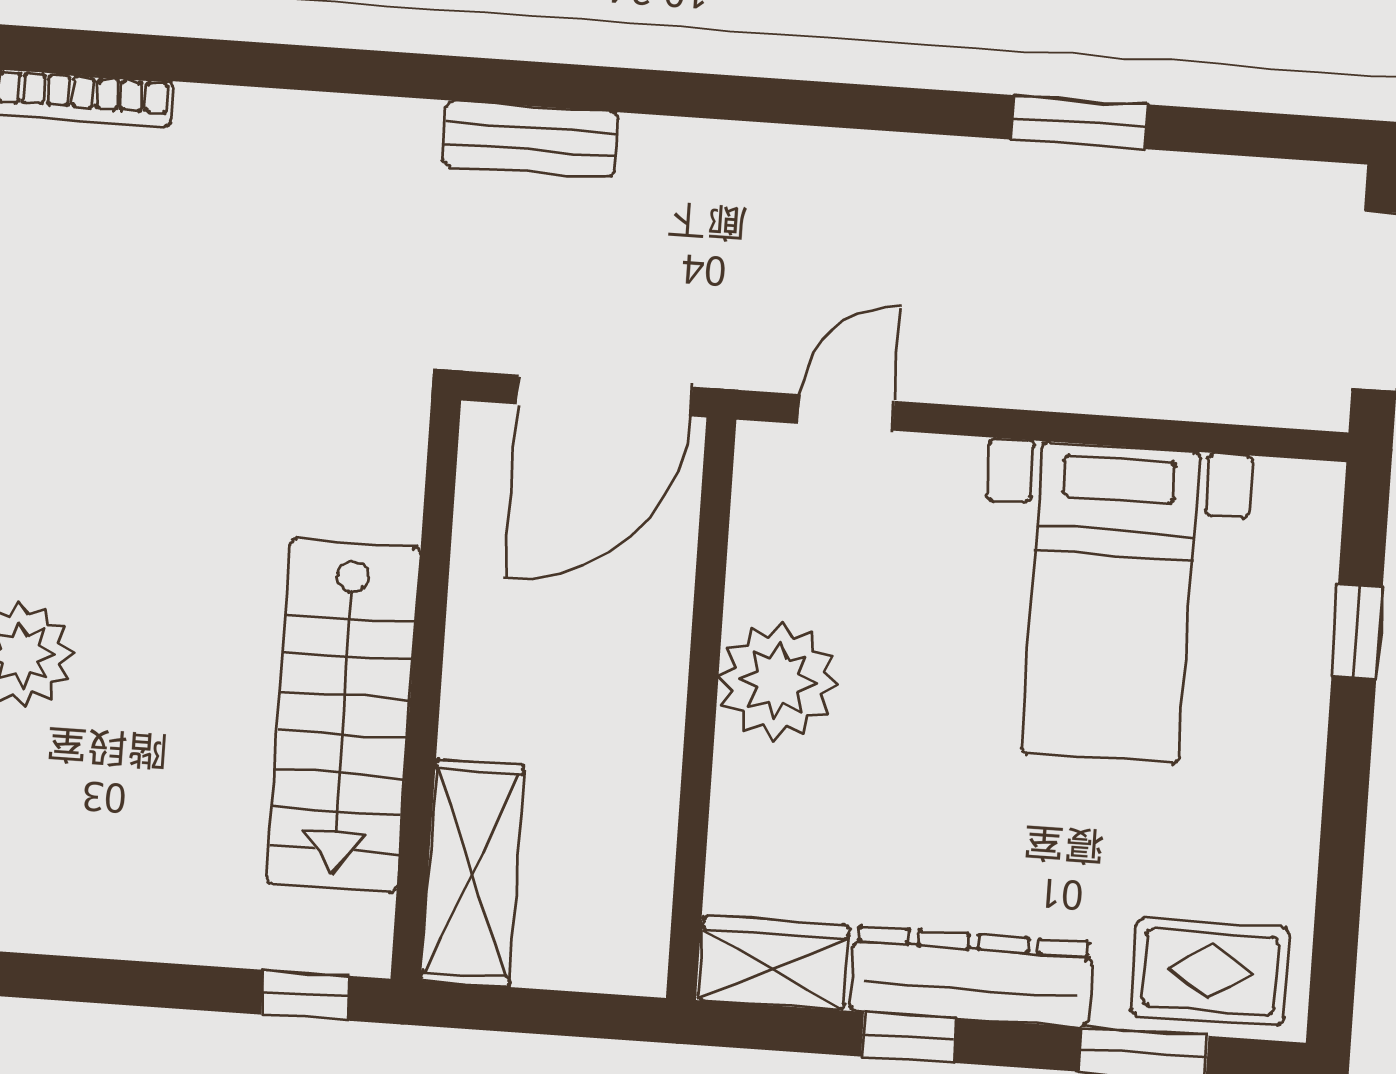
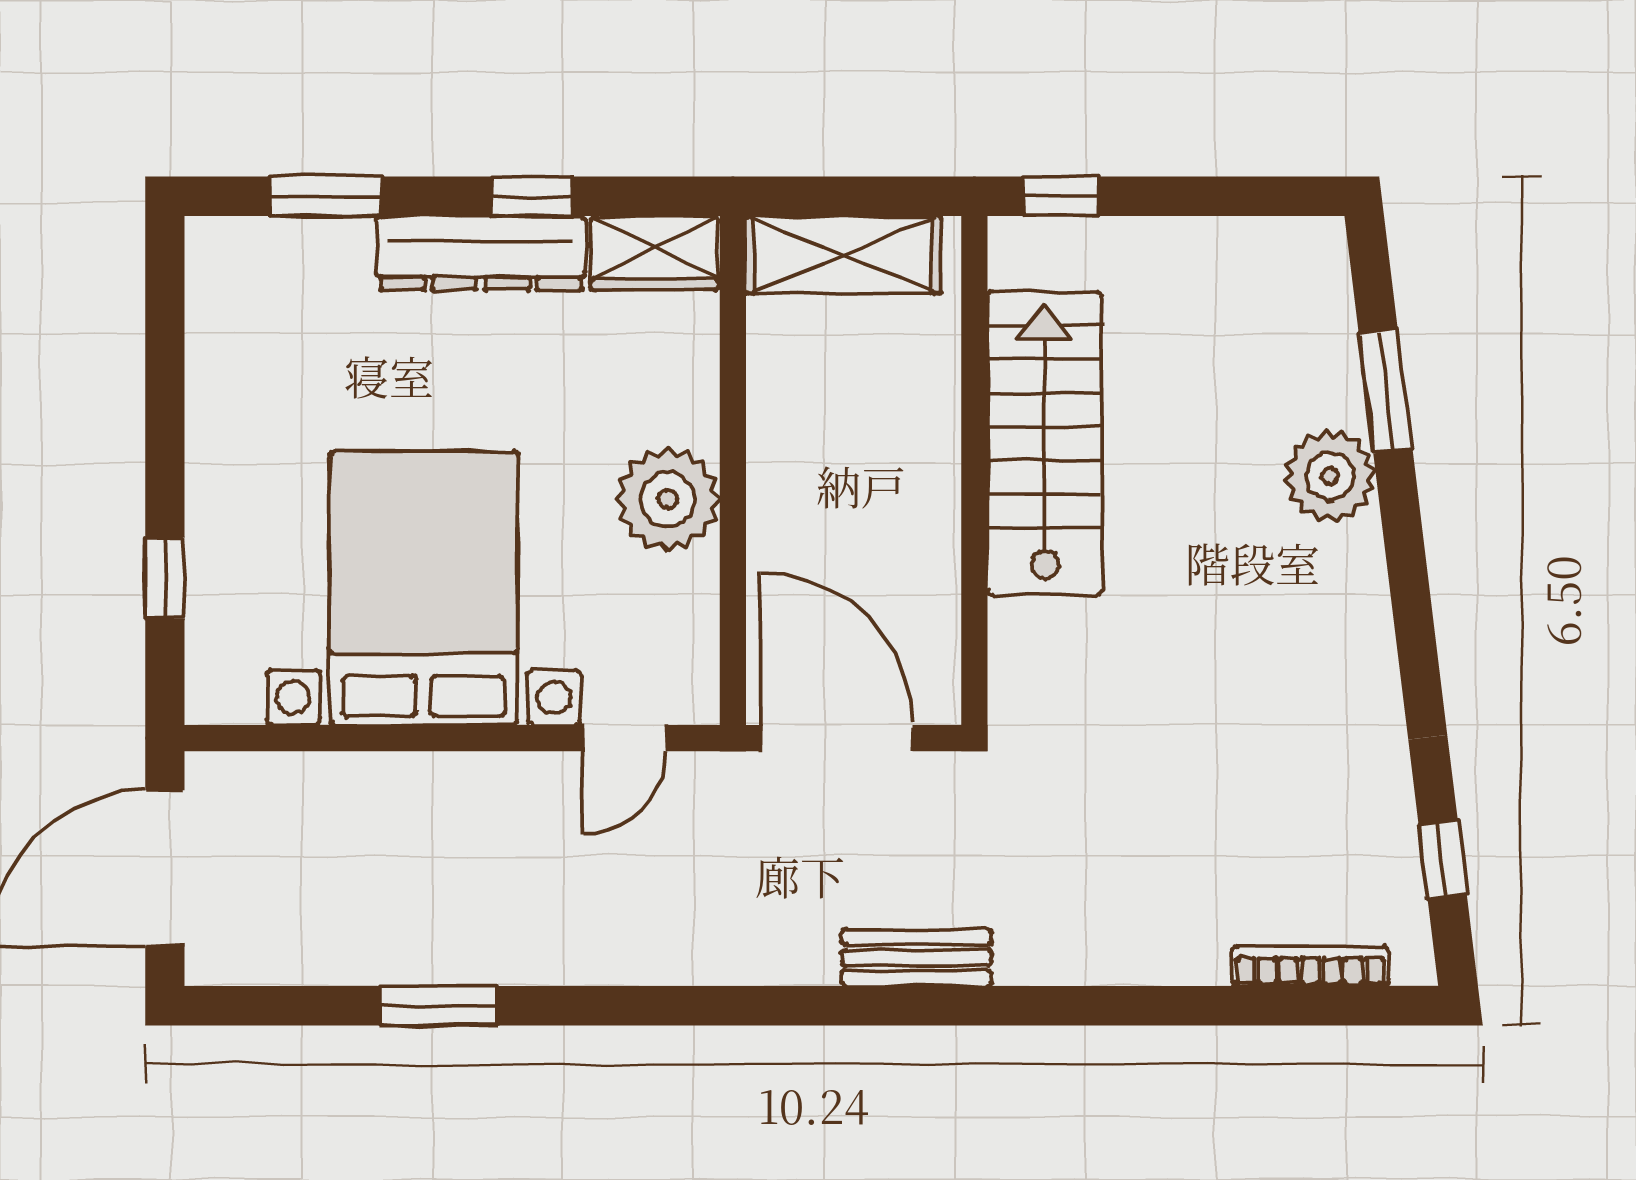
door: (605, 395) -> (836, 738), hinge flipped
bed with nightstands: (1111, 602) -> (423, 588), width x1.36
shelving: (472, 873) -> (843, 255), moved, turned 90
rug: (1210, 972) -> (272, 272), removed

